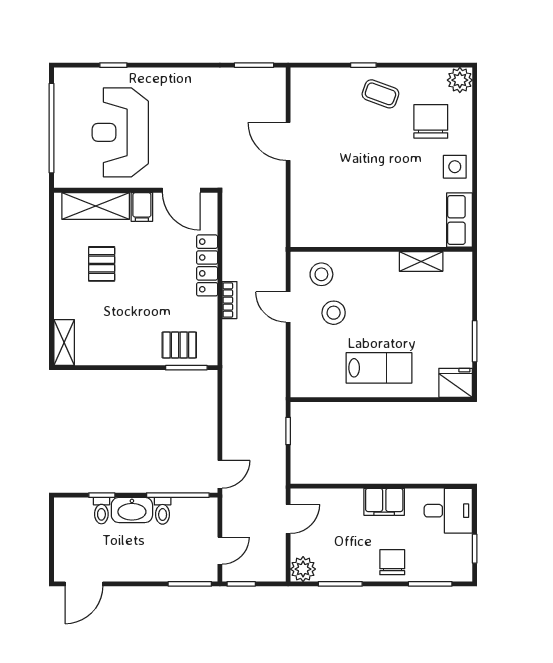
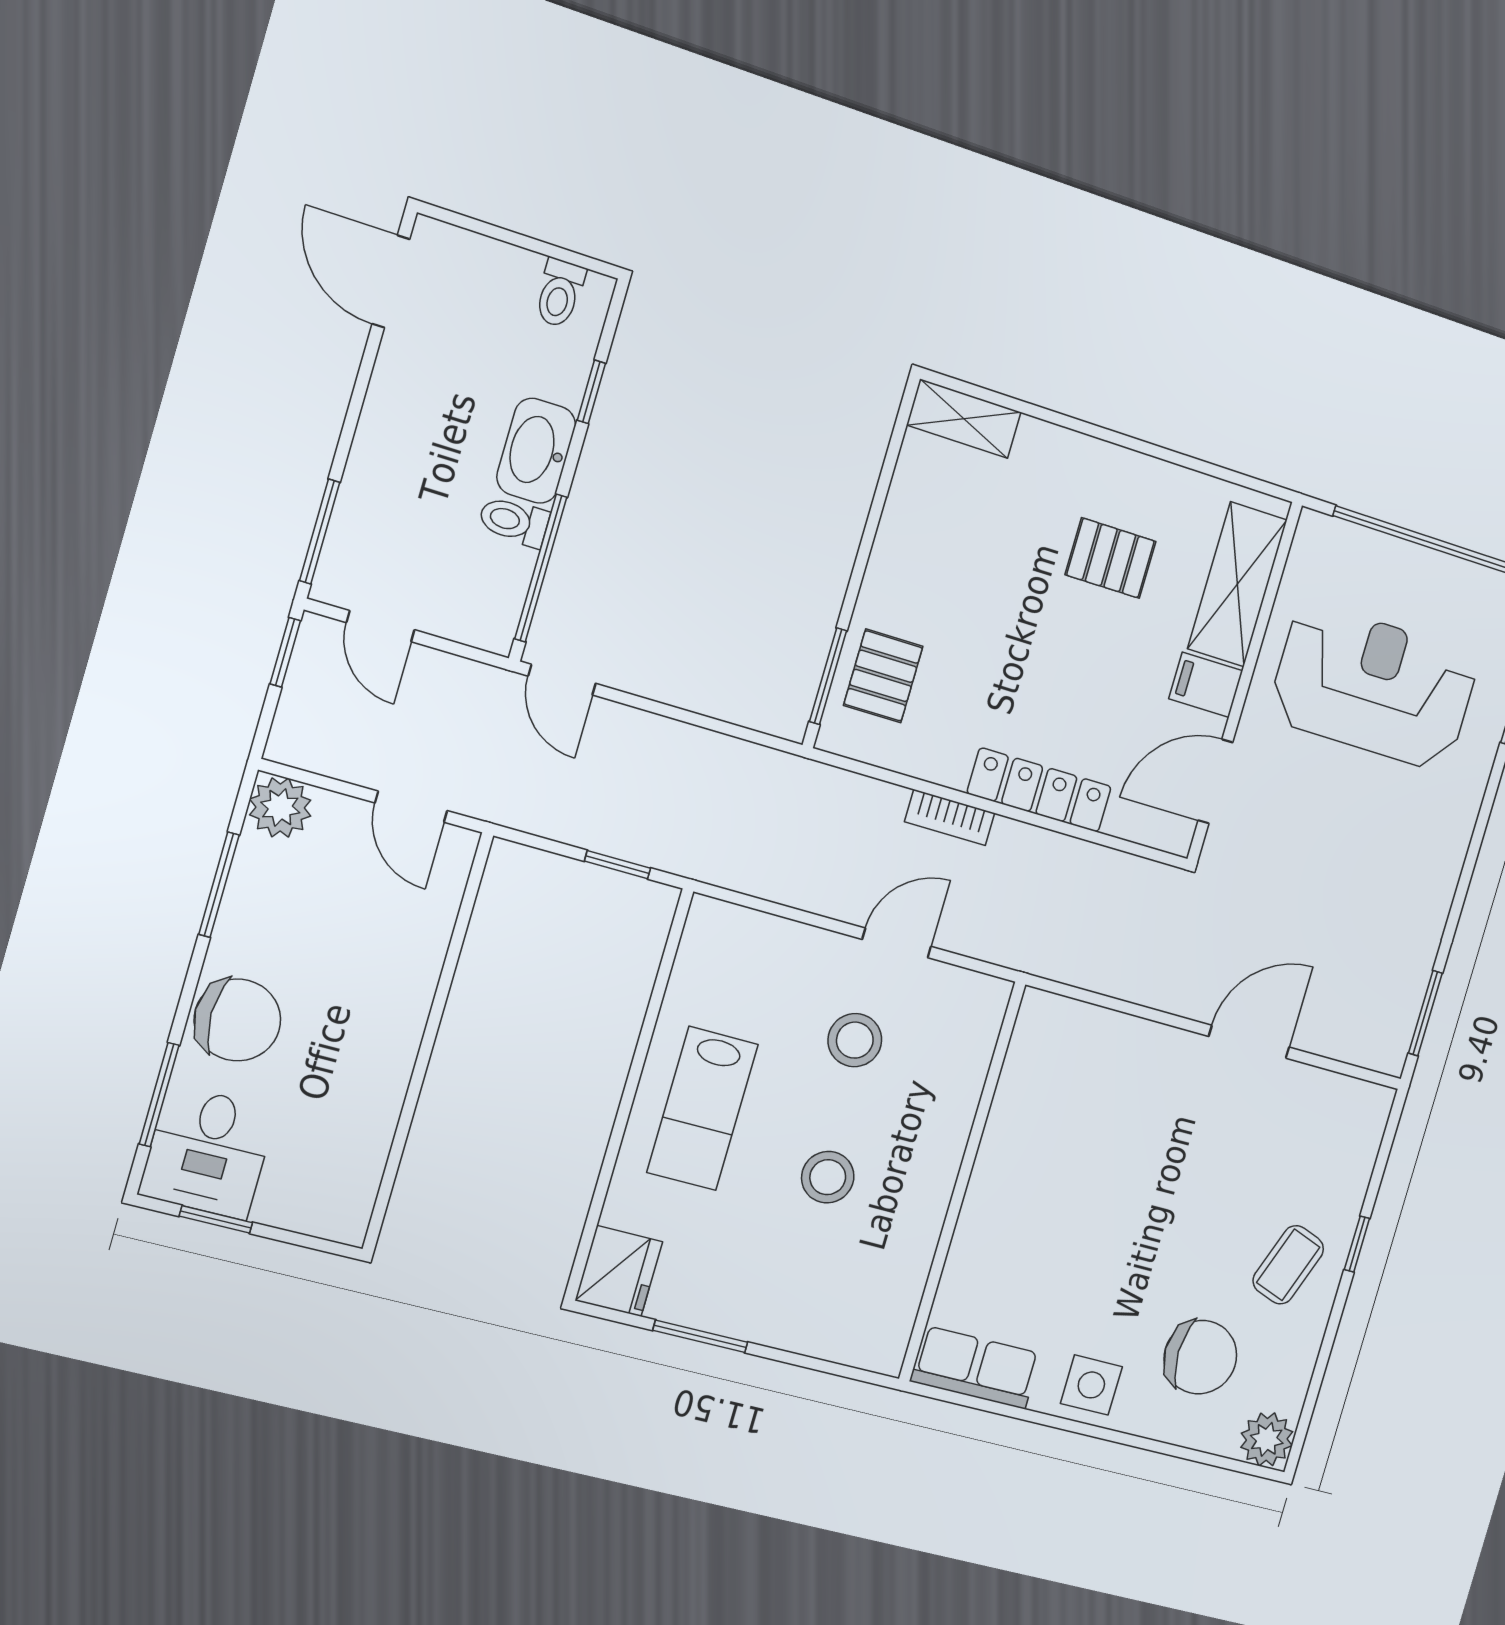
shelving: (421, 261) -> (911, 1262), removed
stool: (321, 274) -> (828, 1177), moved
filing cabinet: (384, 502) -> (388, 1039), removed
toilet: (101, 511) -> (560, 293), moved, turned -90
desk: (448, 511) -> (208, 1152), moved
chair: (392, 562) -> (237, 1020), width x1.37, depth x1.37

